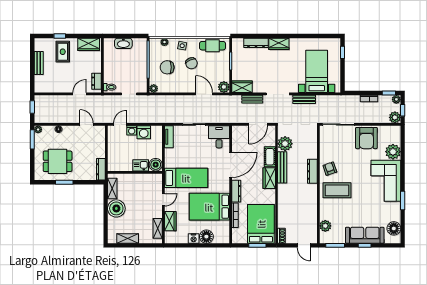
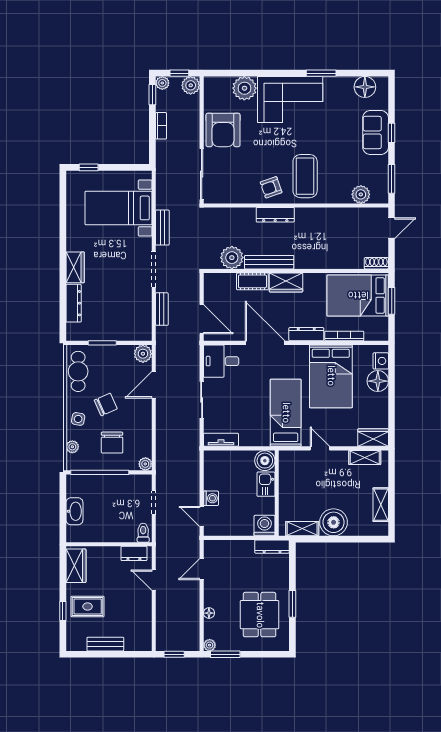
wardrobe: (242, 87) -> (143, 325), removed
door: (258, 124) -> (202, 319), moved
washing machine: (144, 132) -> (264, 526), moved, turned -90
armchair: (366, 138) -> (223, 130), turned 90
wardrobe: (170, 221) -> (373, 438), moved
sofa: (365, 235) -> (376, 132), width x0.73
nightstand: (194, 239) -> (381, 361), moved

